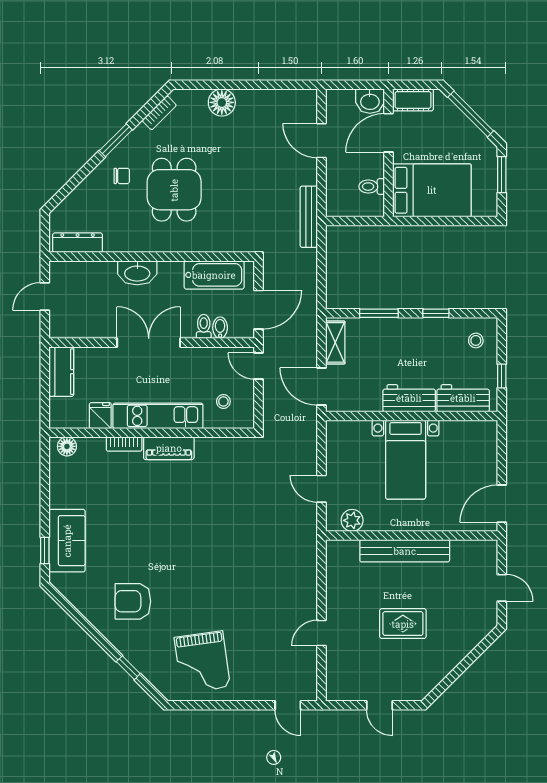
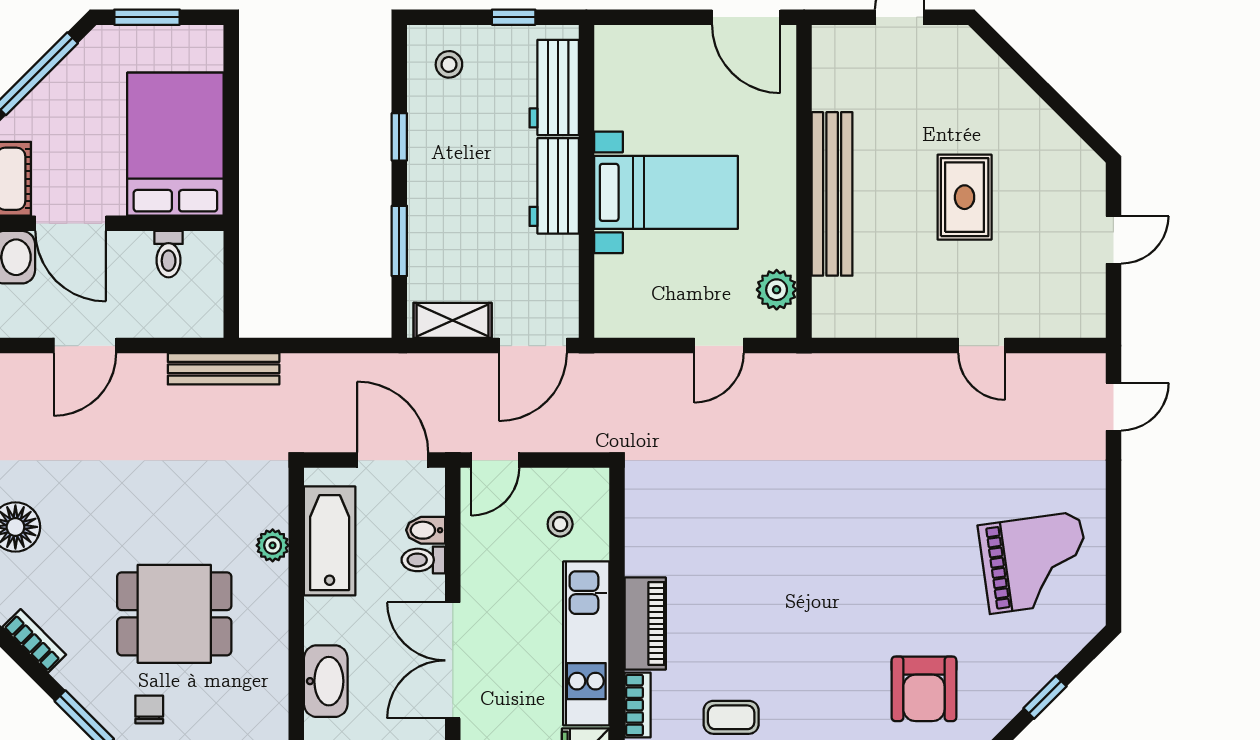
plant: (212, 244) -> (273, 545), added
coffee table: (117, 495) -> (731, 717), added

